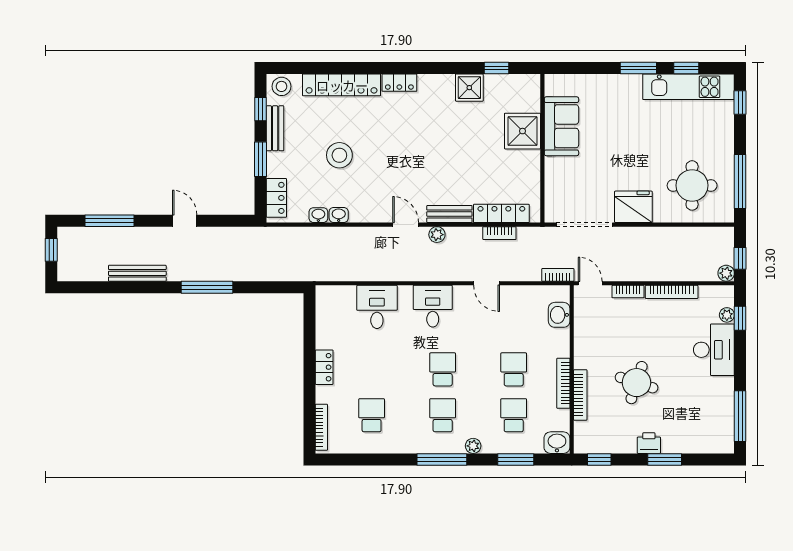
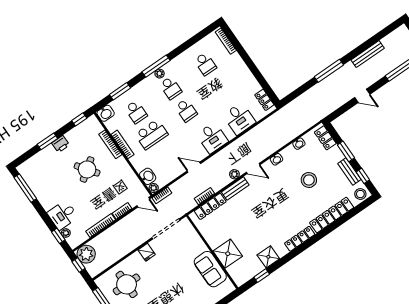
locker: (399, 83) -> (300, 239), width x1.53
fridge: (633, 207) -> (147, 252), width x0.53, depth x0.75
washbasin: (339, 215) -> (276, 159), moved
plant: (726, 273) -> (86, 254), width x1.87, depth x1.87
plant: (562, 293) -> (154, 188), added
desk: (714, 350) -> (63, 215), width x0.73
locker: (324, 367) -> (264, 100), moved
school desk: (514, 369) -> (151, 134), width x1.85
round table: (637, 383) -> (87, 169), turned 36
plant: (473, 446) -> (160, 74), moved

